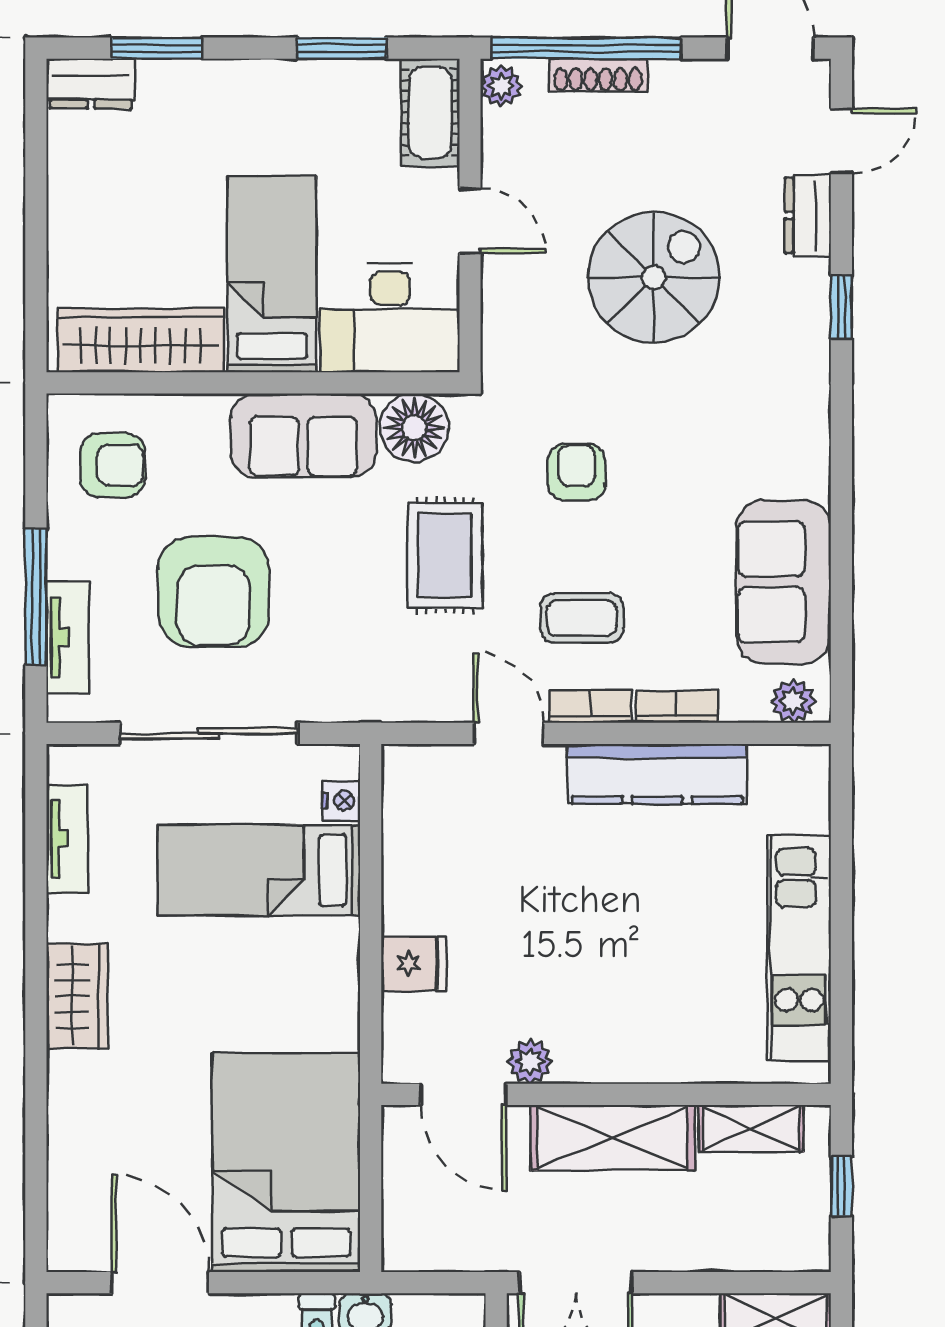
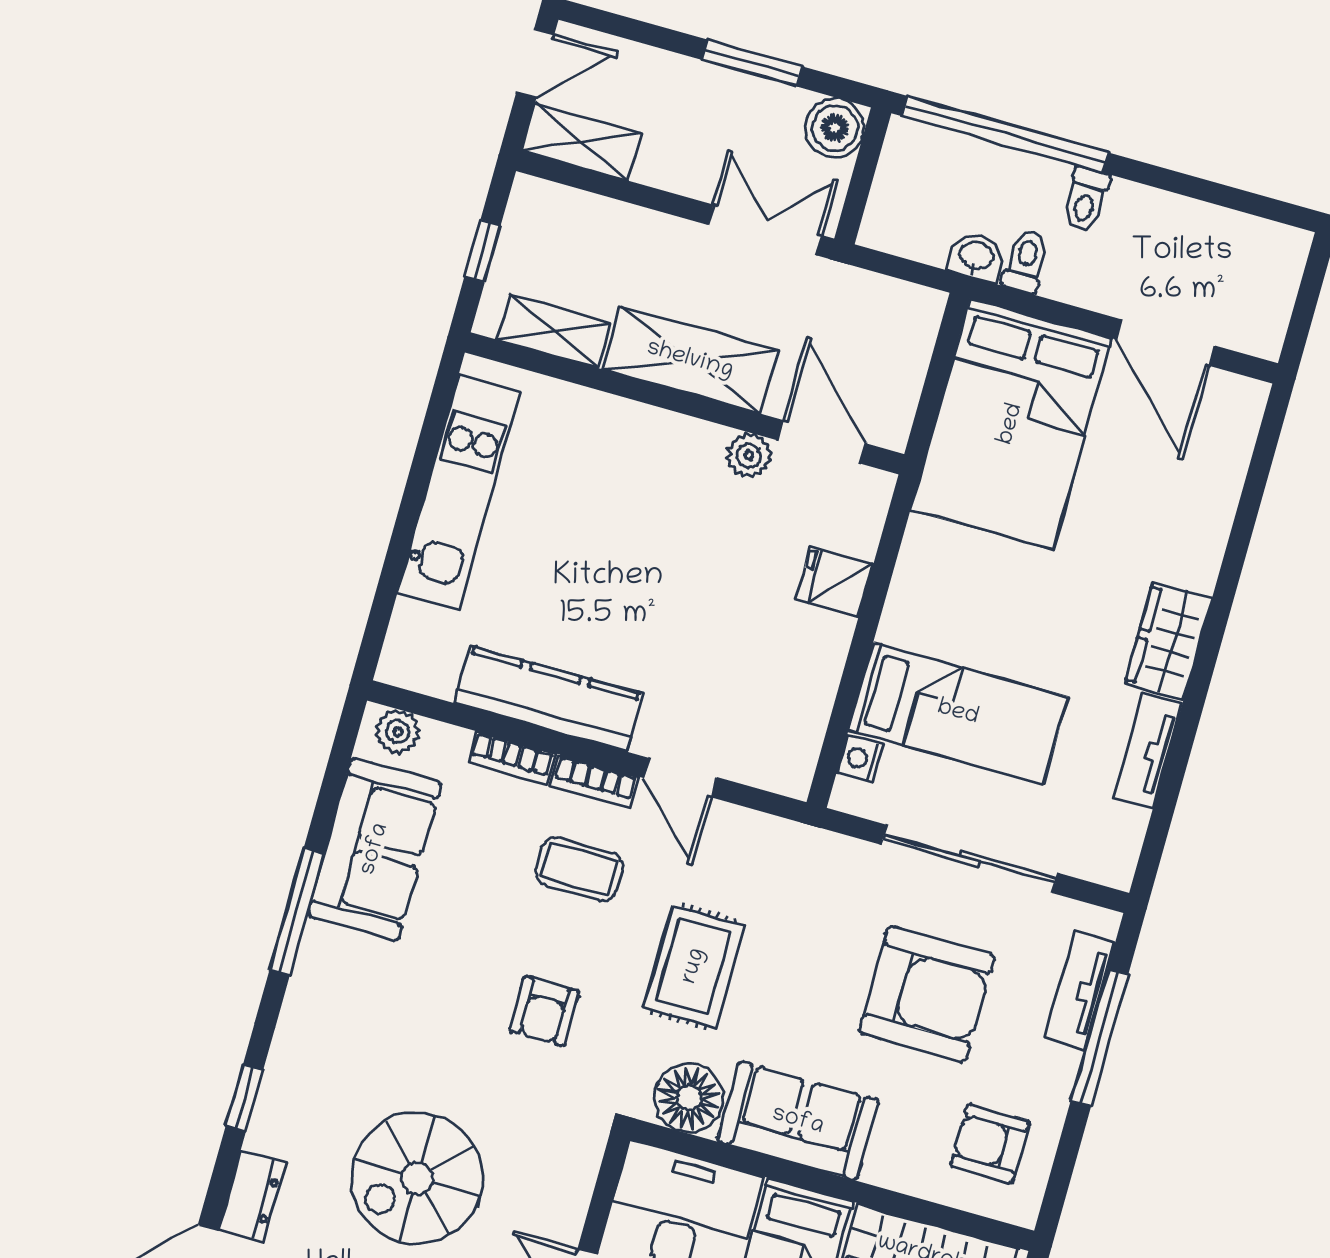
window: (841, 501) -> (297, 912), added
armchair: (213, 592) -> (927, 994), turned 90
tv unit: (67, 838) -> (1148, 751), moved

